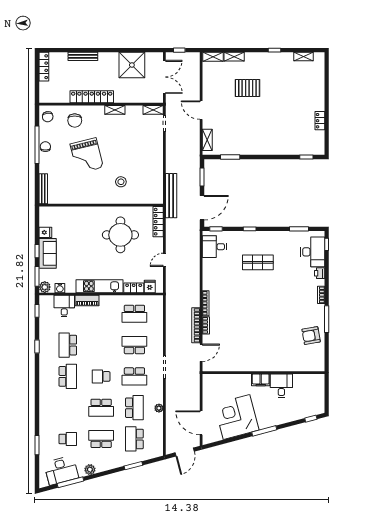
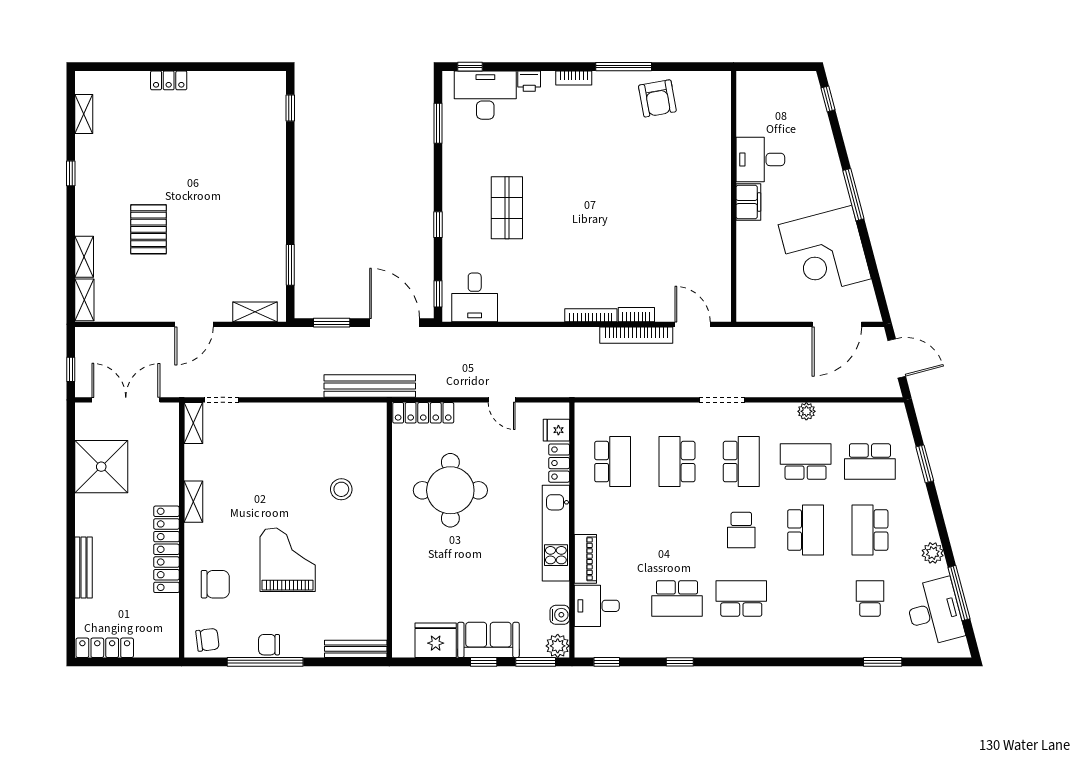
locker: (320, 121) -> (169, 80), moved
grand piano: (87, 156) -> (288, 560), turned -76
fridge: (45, 232) -> (436, 640), width x1.88, depth x1.34

